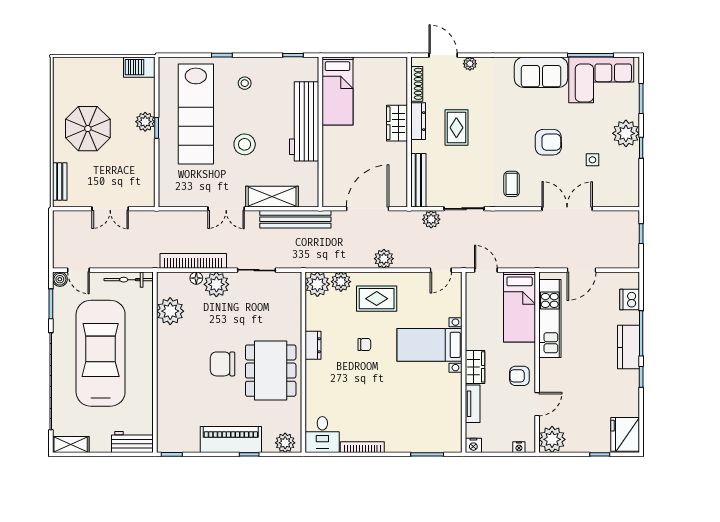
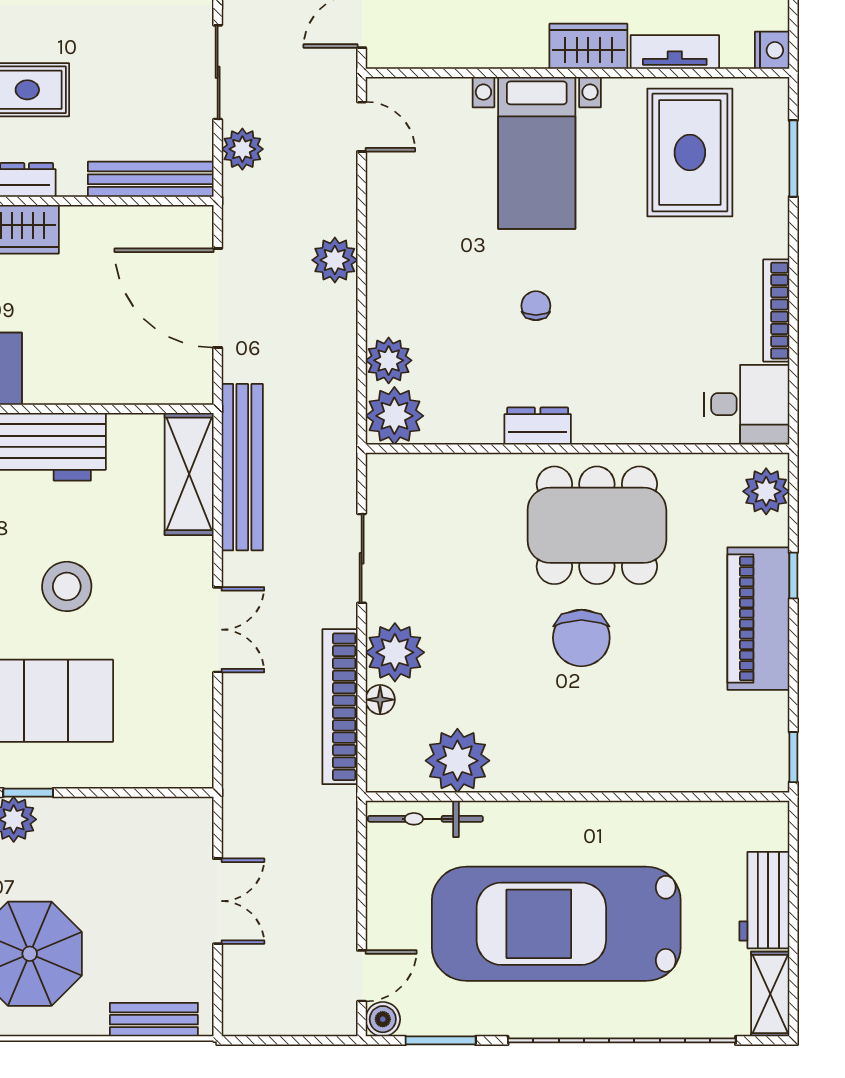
shelving: (272, 197) -> (189, 474), moved
bicycle: (129, 280) -> (425, 819), moved, turned 90
rug: (377, 299) -> (690, 153), moved, width x1.36, depth x1.43
workbench: (132, 442) -> (764, 900), moved

